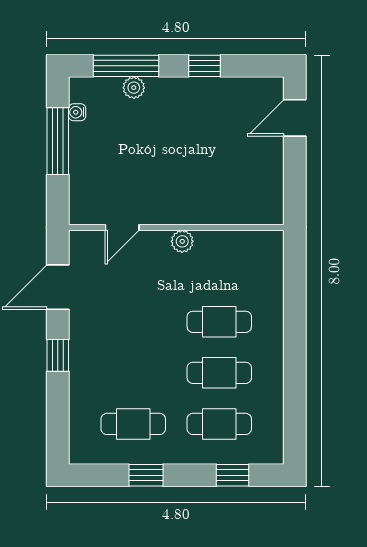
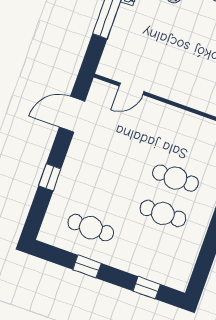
plant: (182, 241) -> (170, 113), removed
window: (58, 355) -> (50, 177), moved
cafe table: (219, 424) -> (150, 249), removed

